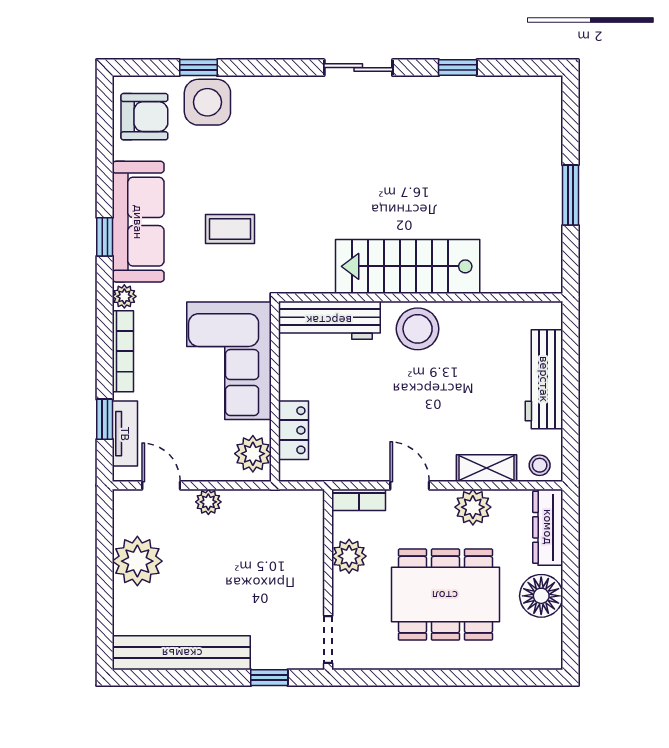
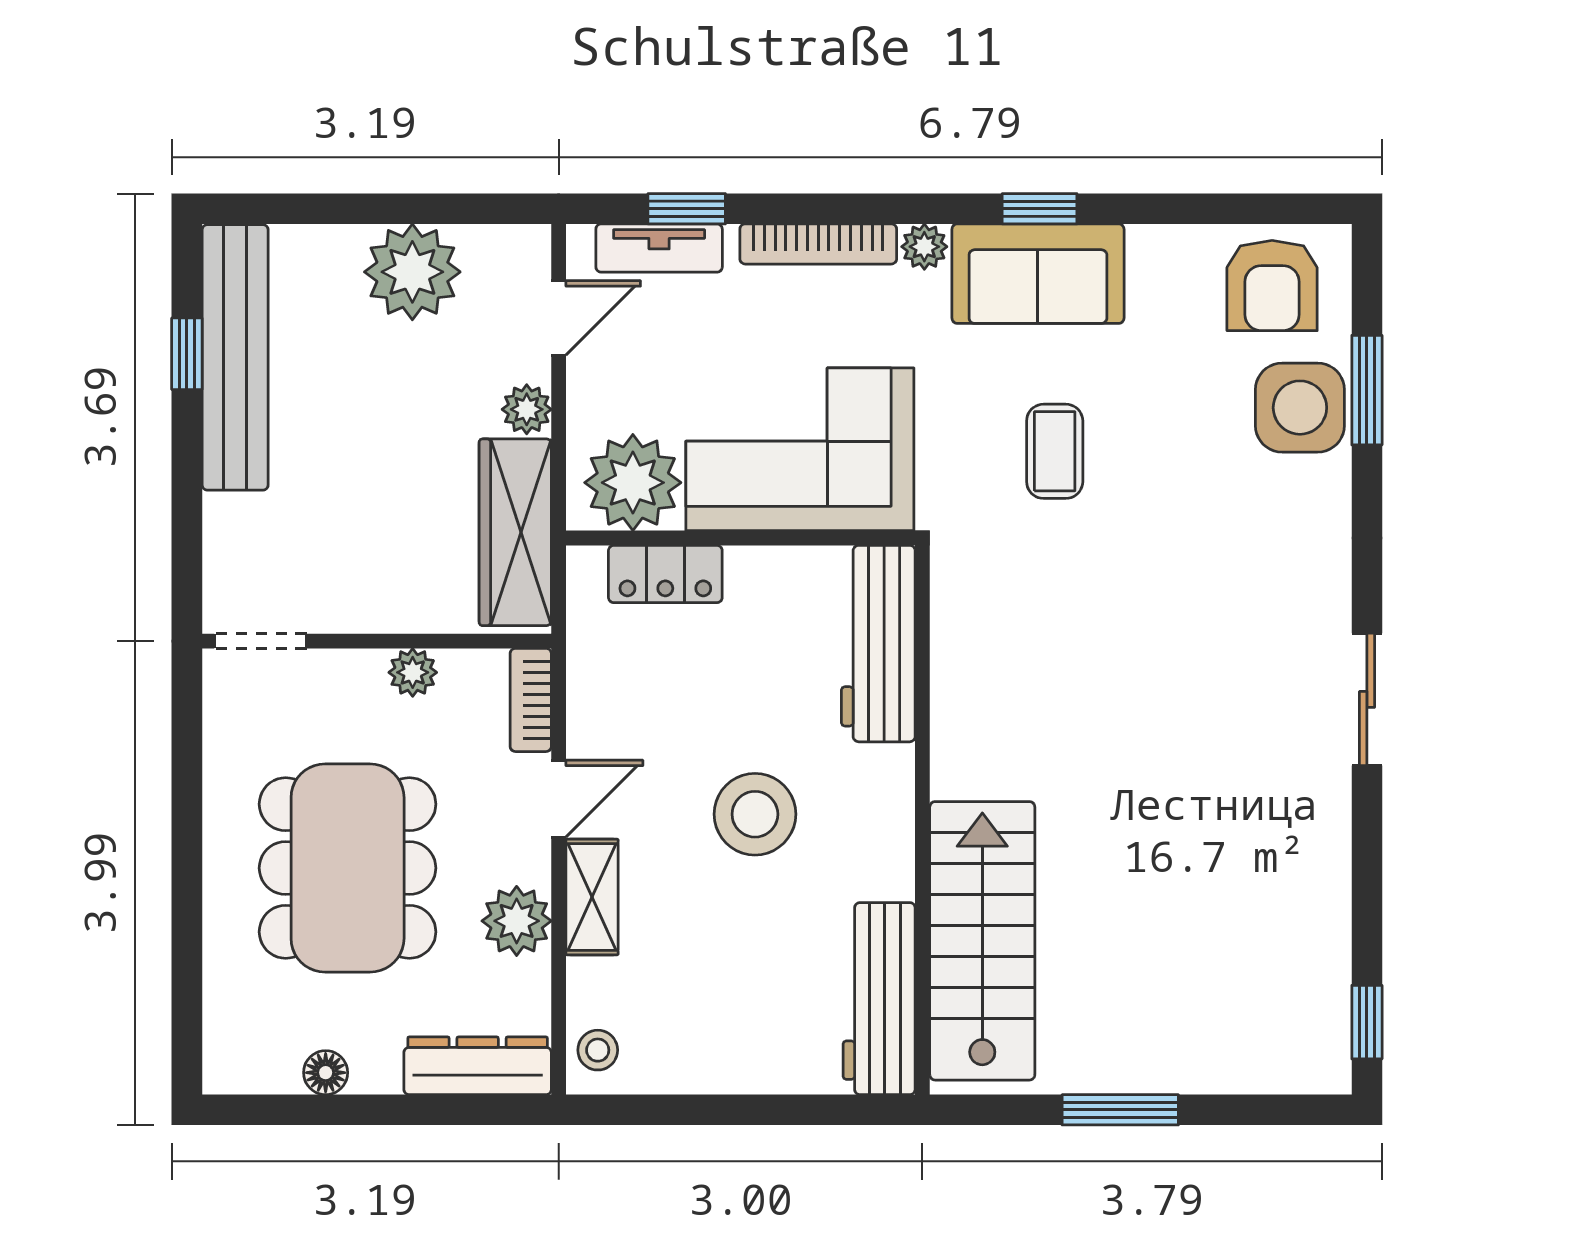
window: (198, 68) -> (1367, 390), width x1.50
window: (458, 68) -> (1367, 1022), moved
sofa: (138, 222) -> (1038, 274), width x0.73
stairs: (408, 266) -> (982, 941), moved
stool: (418, 329) -> (755, 814), moved
workbench: (544, 379) -> (879, 999), moved, turned -90
plant: (253, 454) -> (633, 483), width x1.36, depth x1.36
shelving: (487, 468) -> (592, 897), moved
wardrobe: (272, 508) -> (515, 532), added
plant: (349, 556) -> (413, 672), width x0.73, depth x0.73
floor lamp: (541, 596) -> (326, 1073), width x0.53, depth x0.53
window: (269, 678) -> (187, 354), moved

